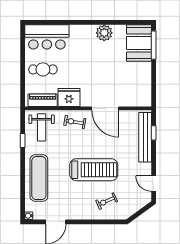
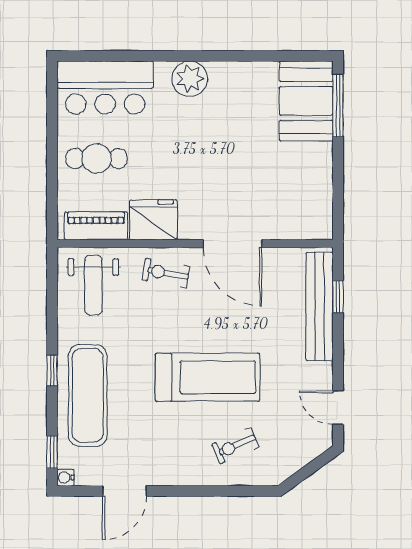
plant: (104, 33) -> (190, 79), moved
window: (23, 140) -> (52, 371), moved
window: (23, 204) -> (52, 452), added

